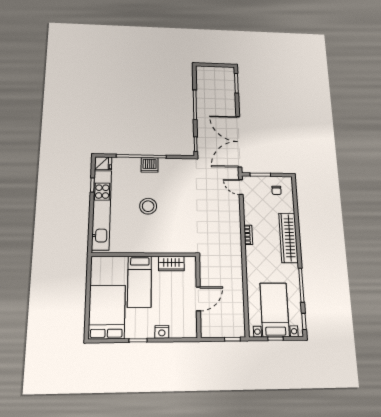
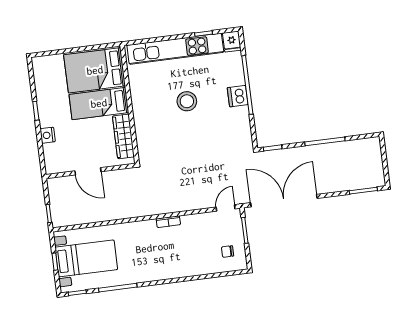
wardrobe: (288, 238) -> (171, 269), removed
wardrobe: (171, 264) -> (123, 136), width x1.50
bed: (107, 312) -> (95, 70), moved, turned 180

